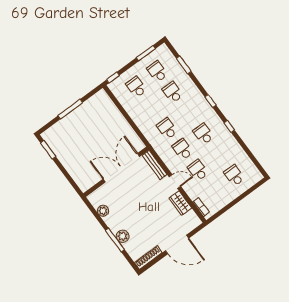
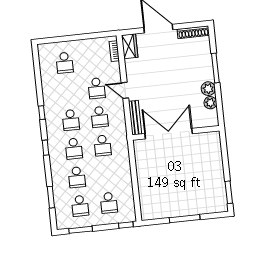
school desk: (188, 113) -> (74, 149), added
double door: (121, 168) -> (169, 134), swing flipped
wardrobe: (180, 203) -> (130, 46), moved
plant: (123, 236) -> (208, 89), moved

